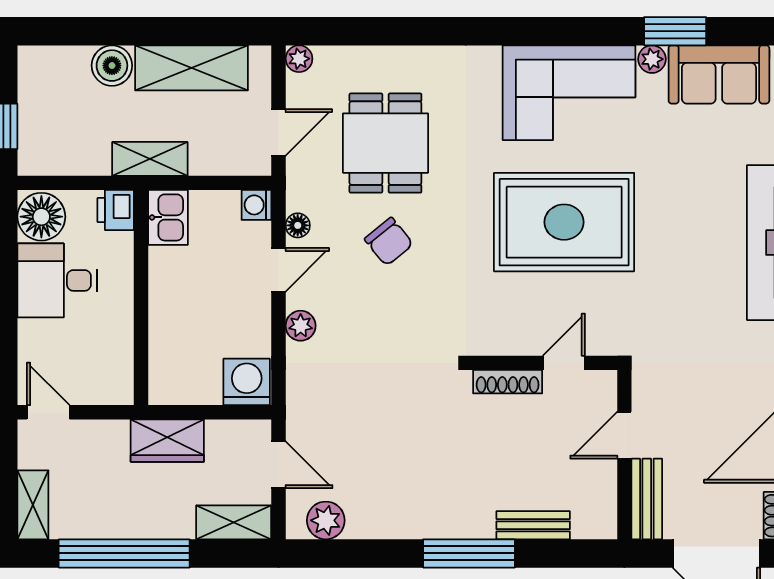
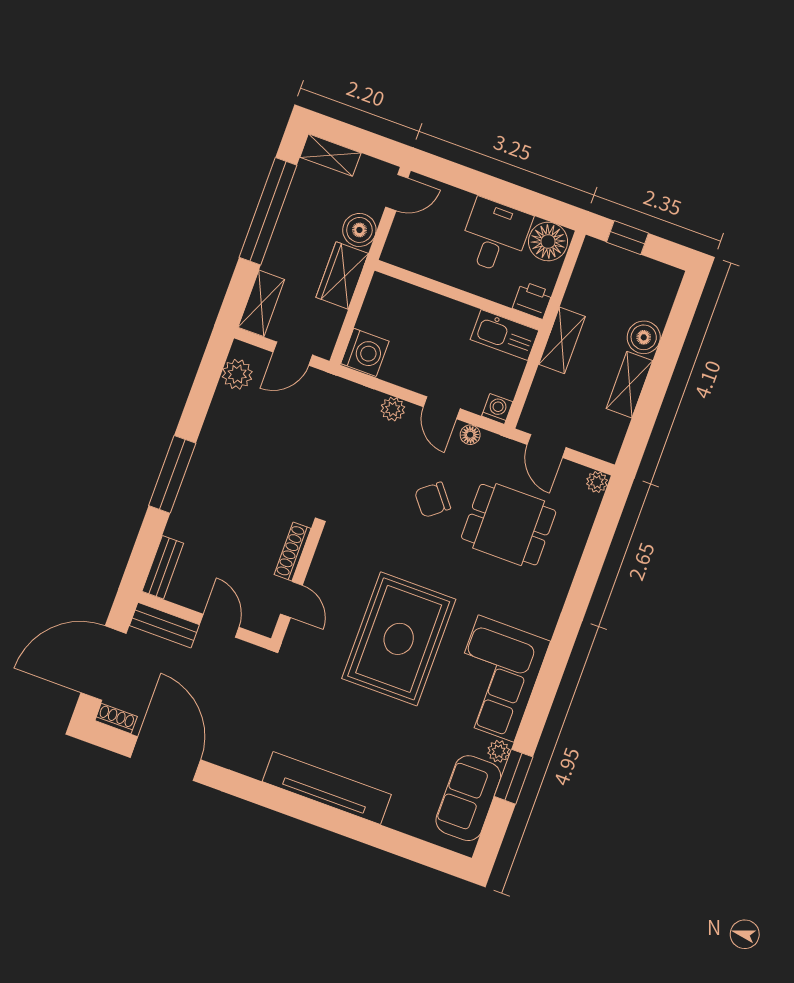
shelving: (191, 68) -> (629, 385), width x0.67, depth x0.75
kitchen sink: (168, 217) -> (504, 335), width x1.38
boiler: (107, 440) -> (359, 230), added
bench: (533, 525) -> (163, 567), moved

